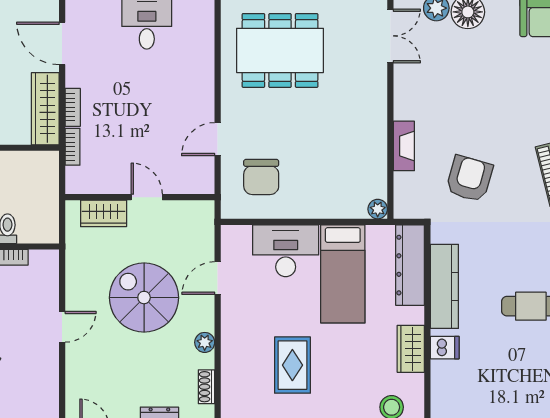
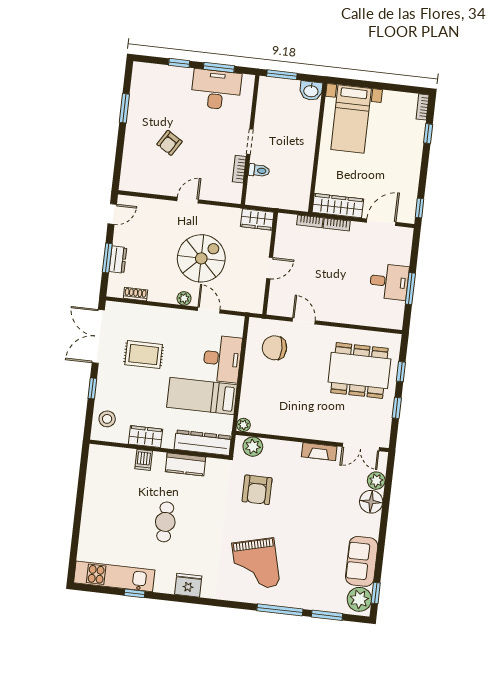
dining table: (280, 50) -> (359, 370), turned 90
fireplace: (404, 146) -> (319, 452), moved
armchair: (469, 179) -> (257, 490), turned 74
plant: (408, 192) -> (253, 447), added
wardrobe: (104, 213) -> (257, 219), moved, turned -90
kitchen counter: (444, 286) -> (186, 464), width x0.67
door: (62, 327) -> (188, 200), swing flipped
plant: (205, 342) -> (184, 298), moved

